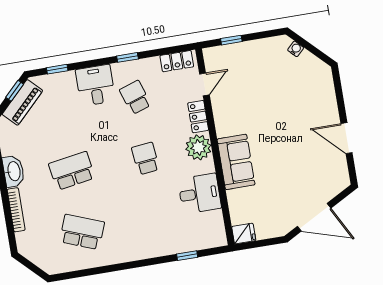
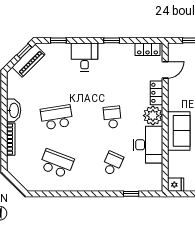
school desk: (135, 97) -> (112, 164), moved, turned 42
desk: (200, 194) -> (148, 145), width x1.37

